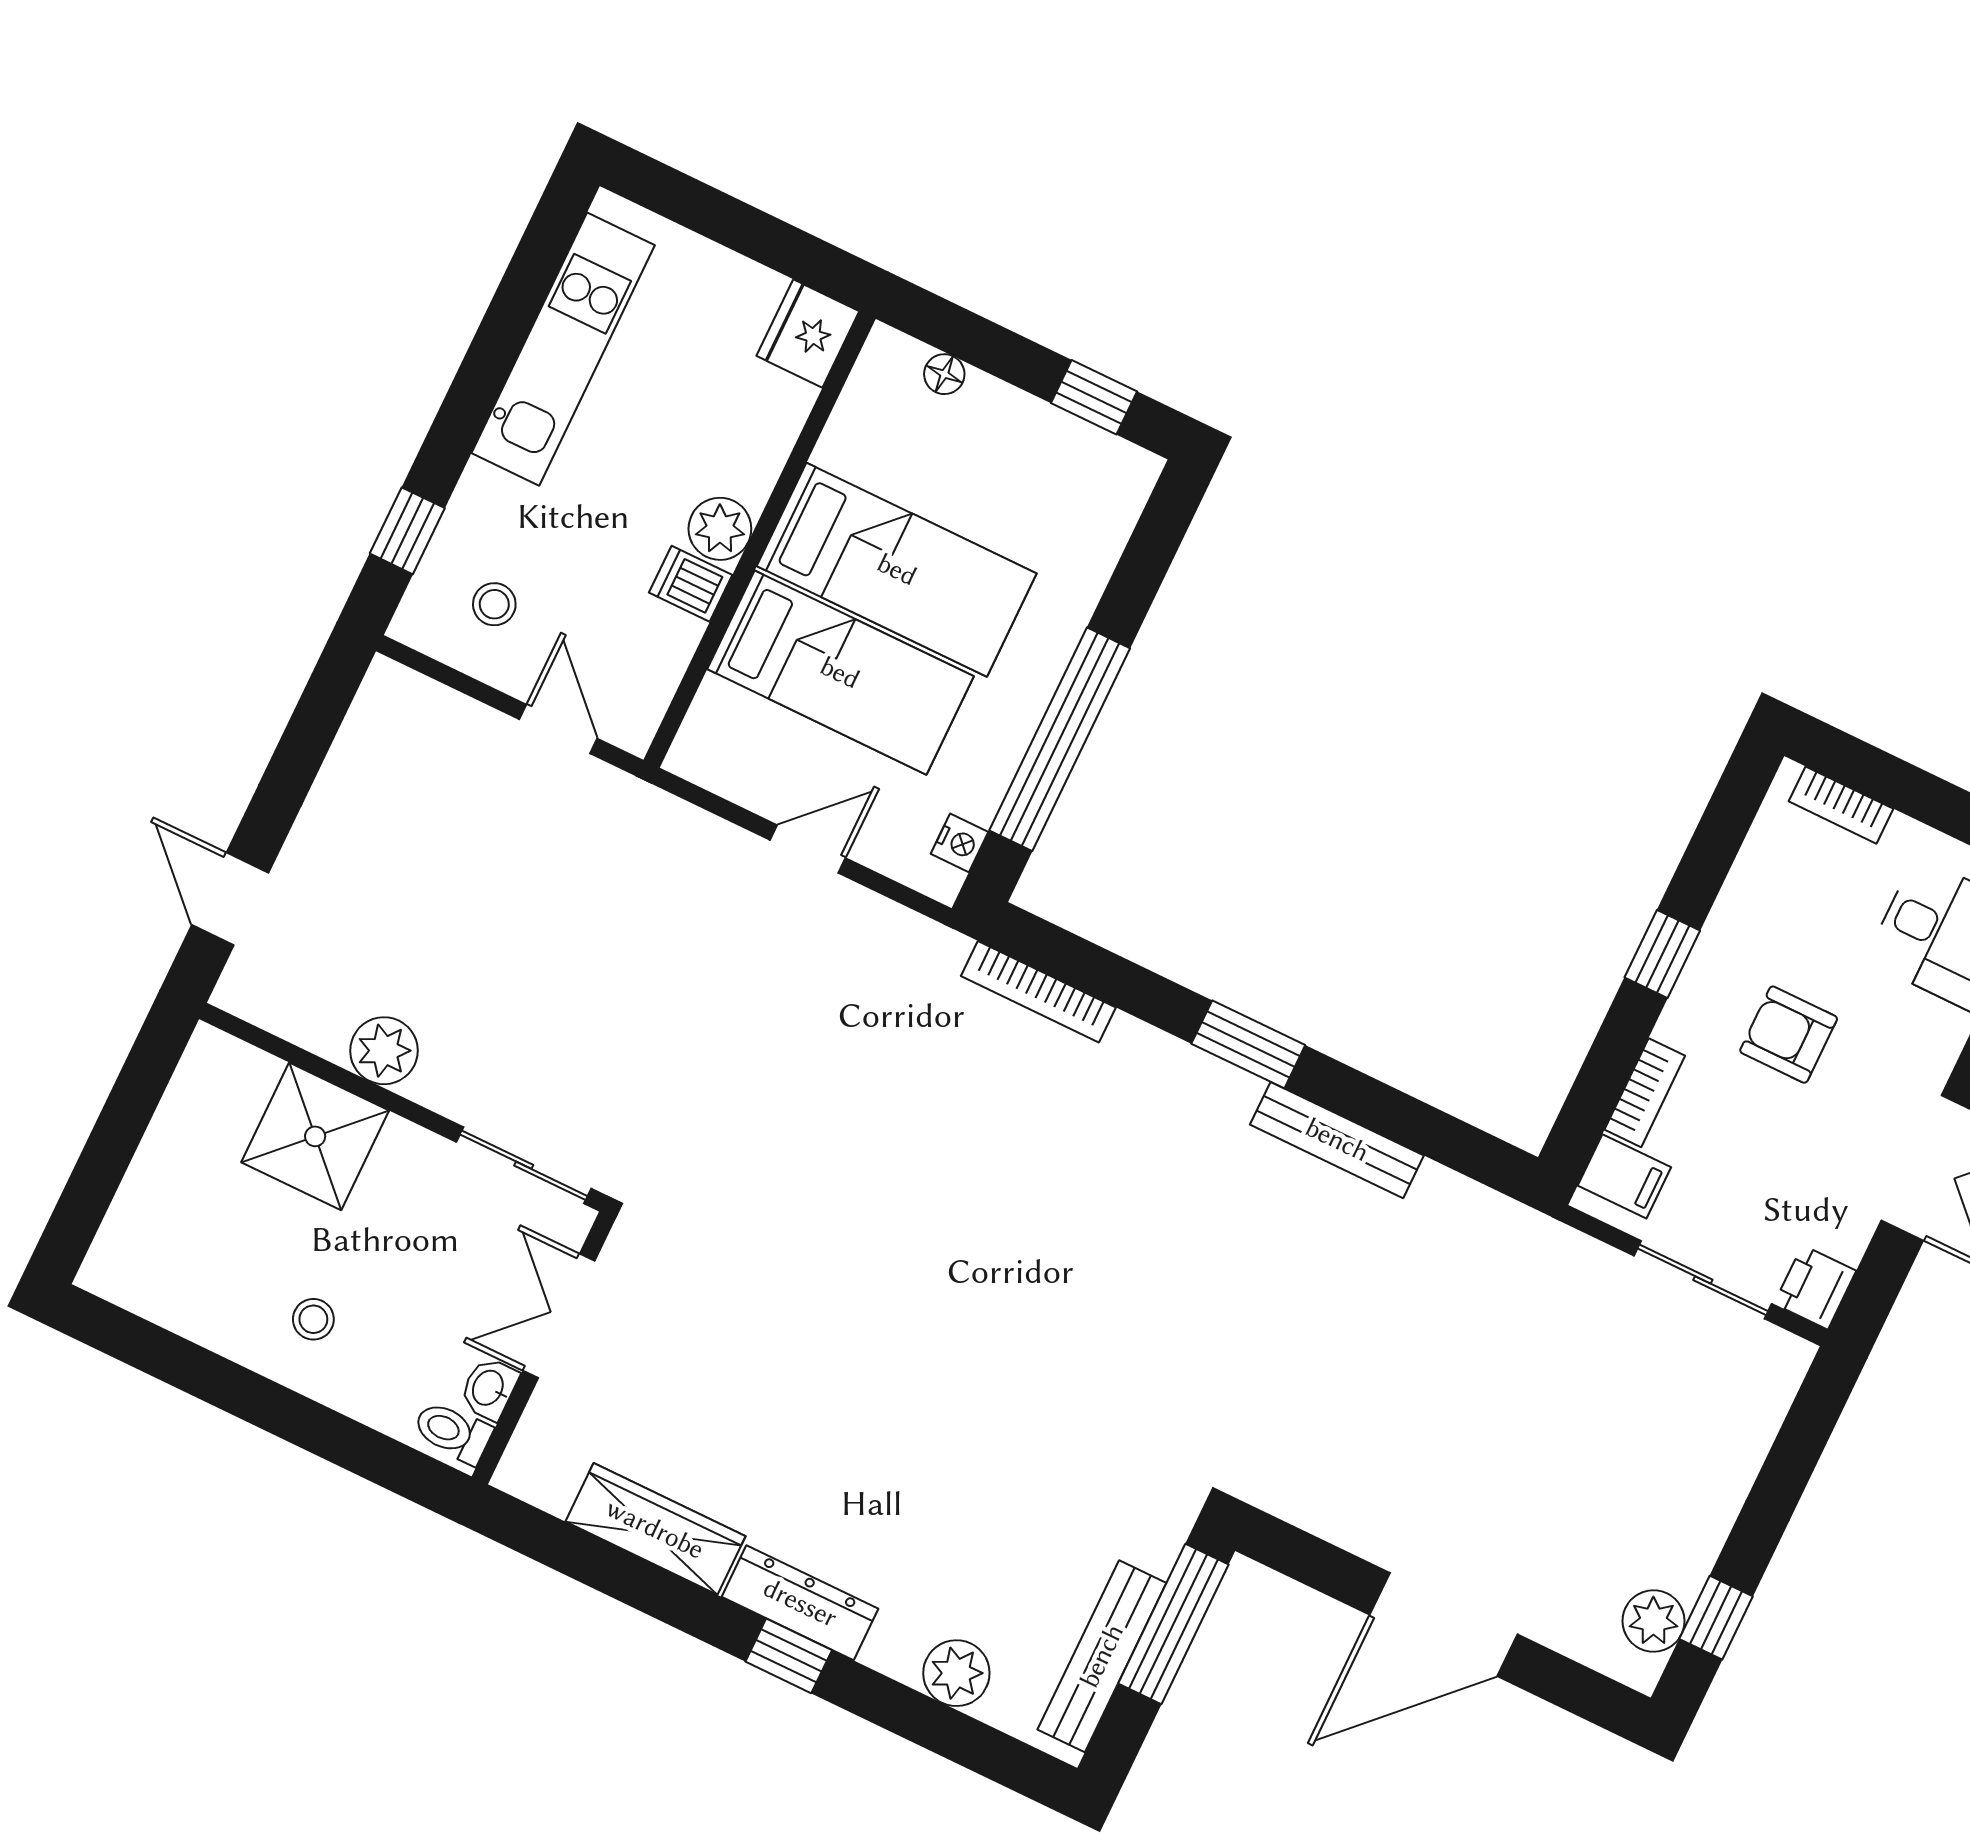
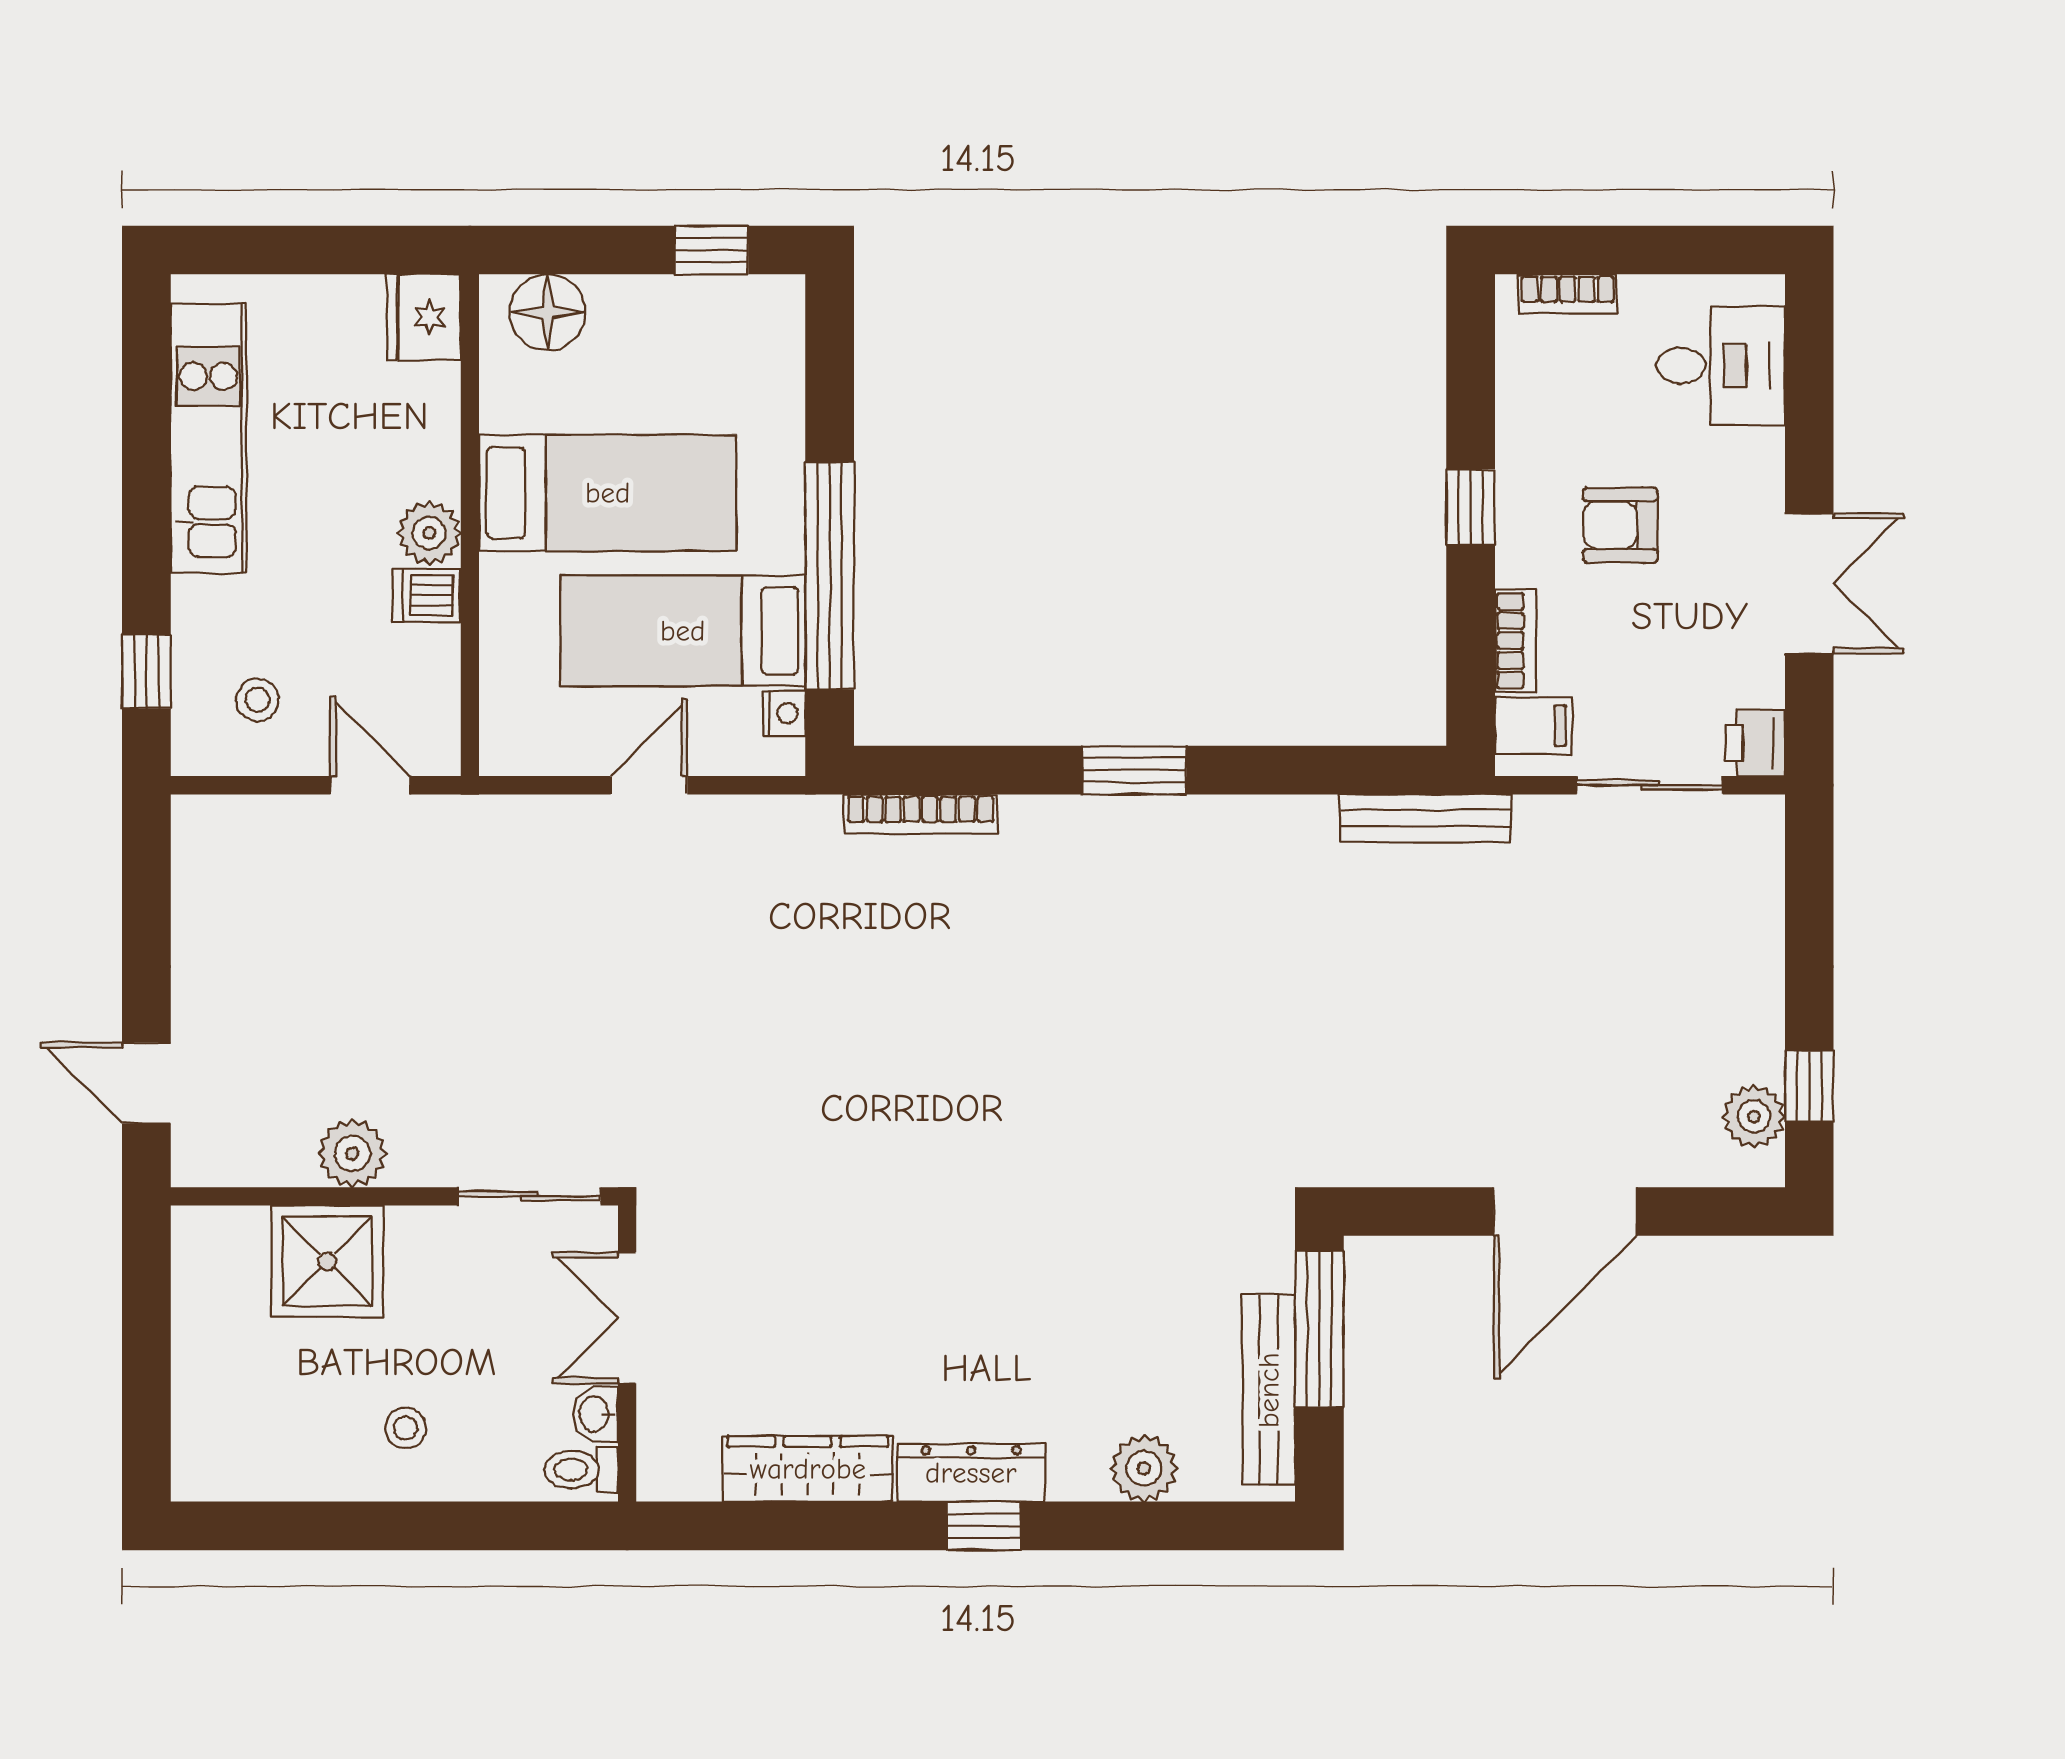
floor lamp: (944, 374) -> (548, 312), width x1.89, depth x1.89
bed: (840, 673) -> (683, 631), moved, turned 180
bench: (1337, 1140) -> (1426, 818), moved

